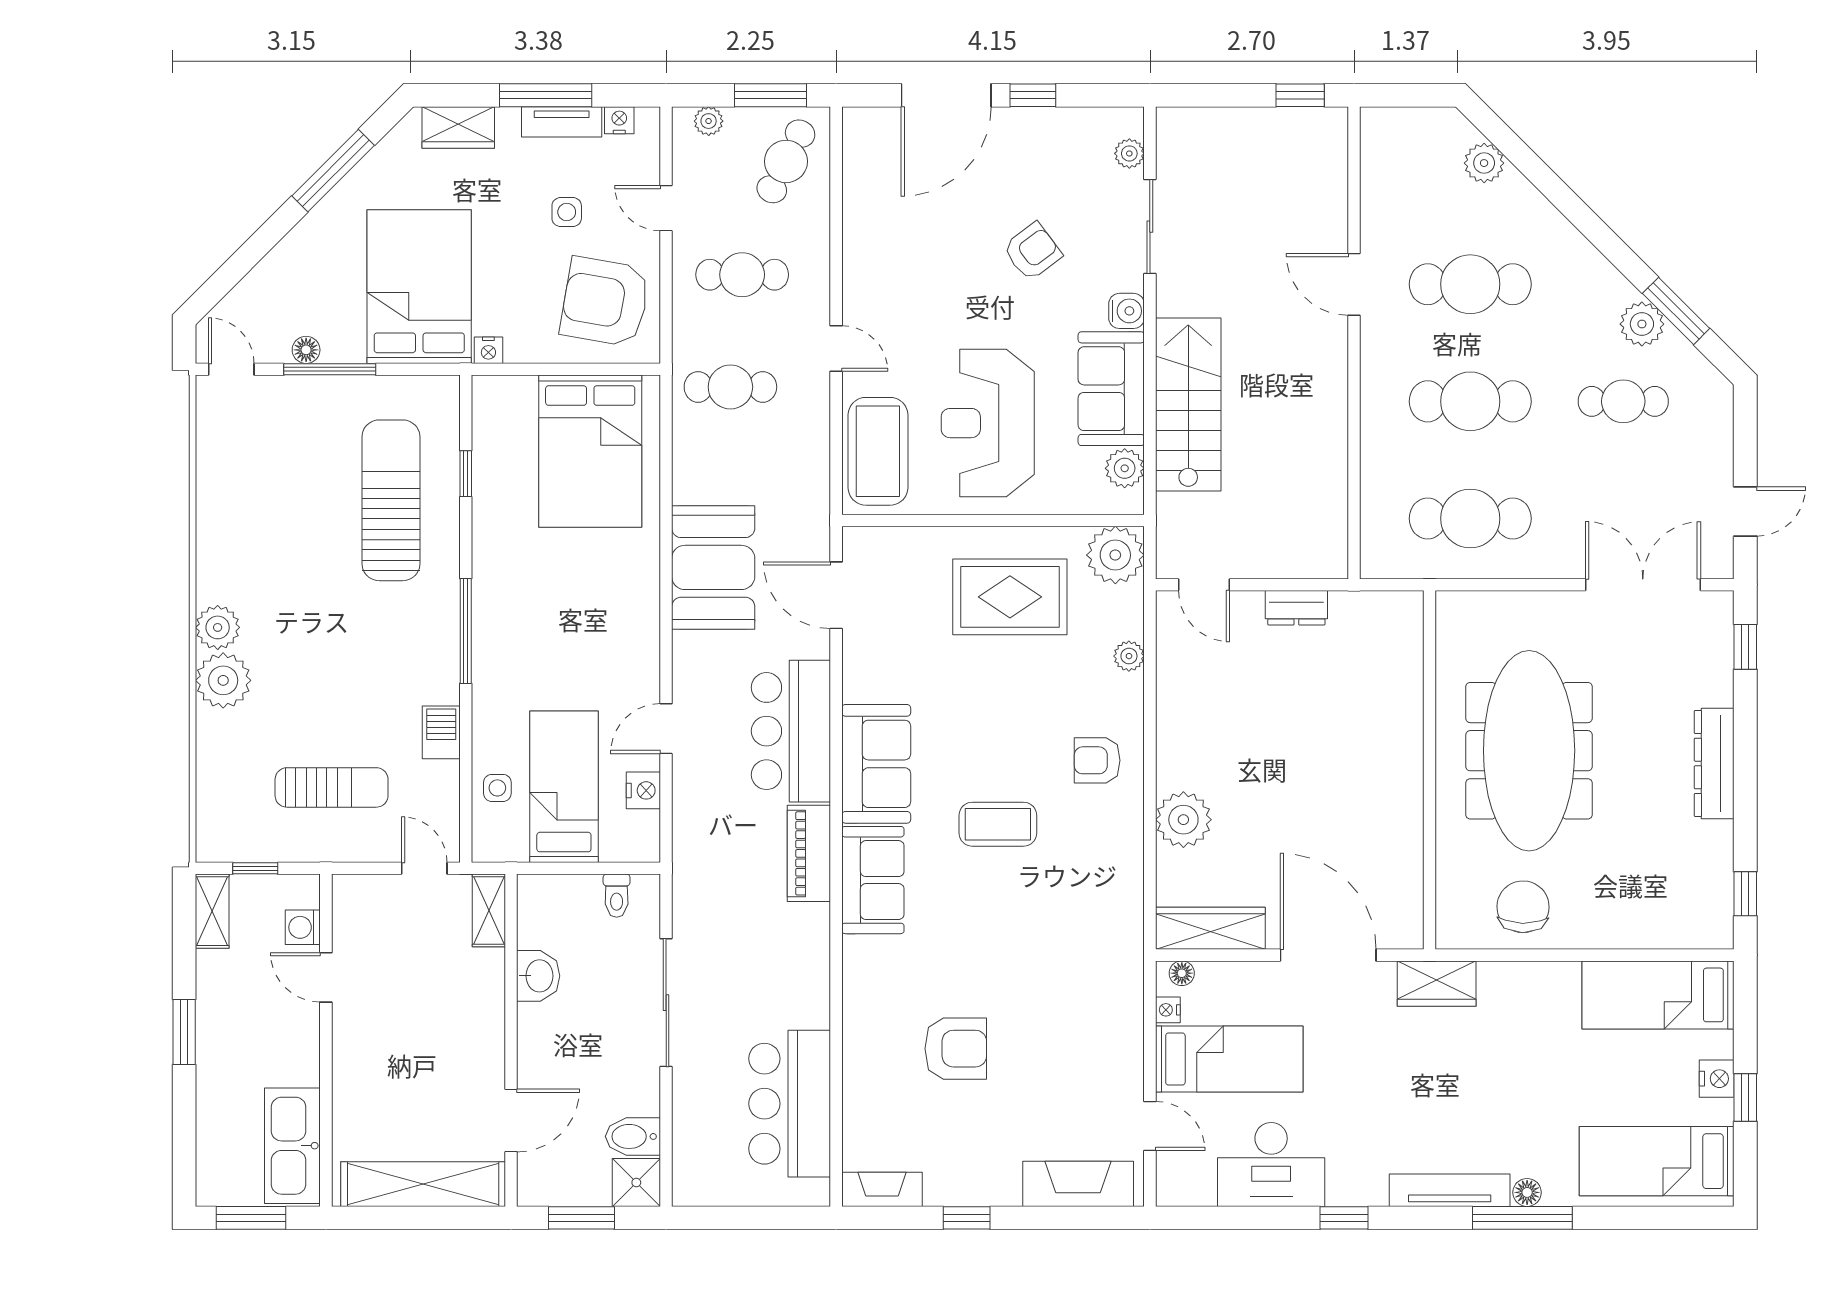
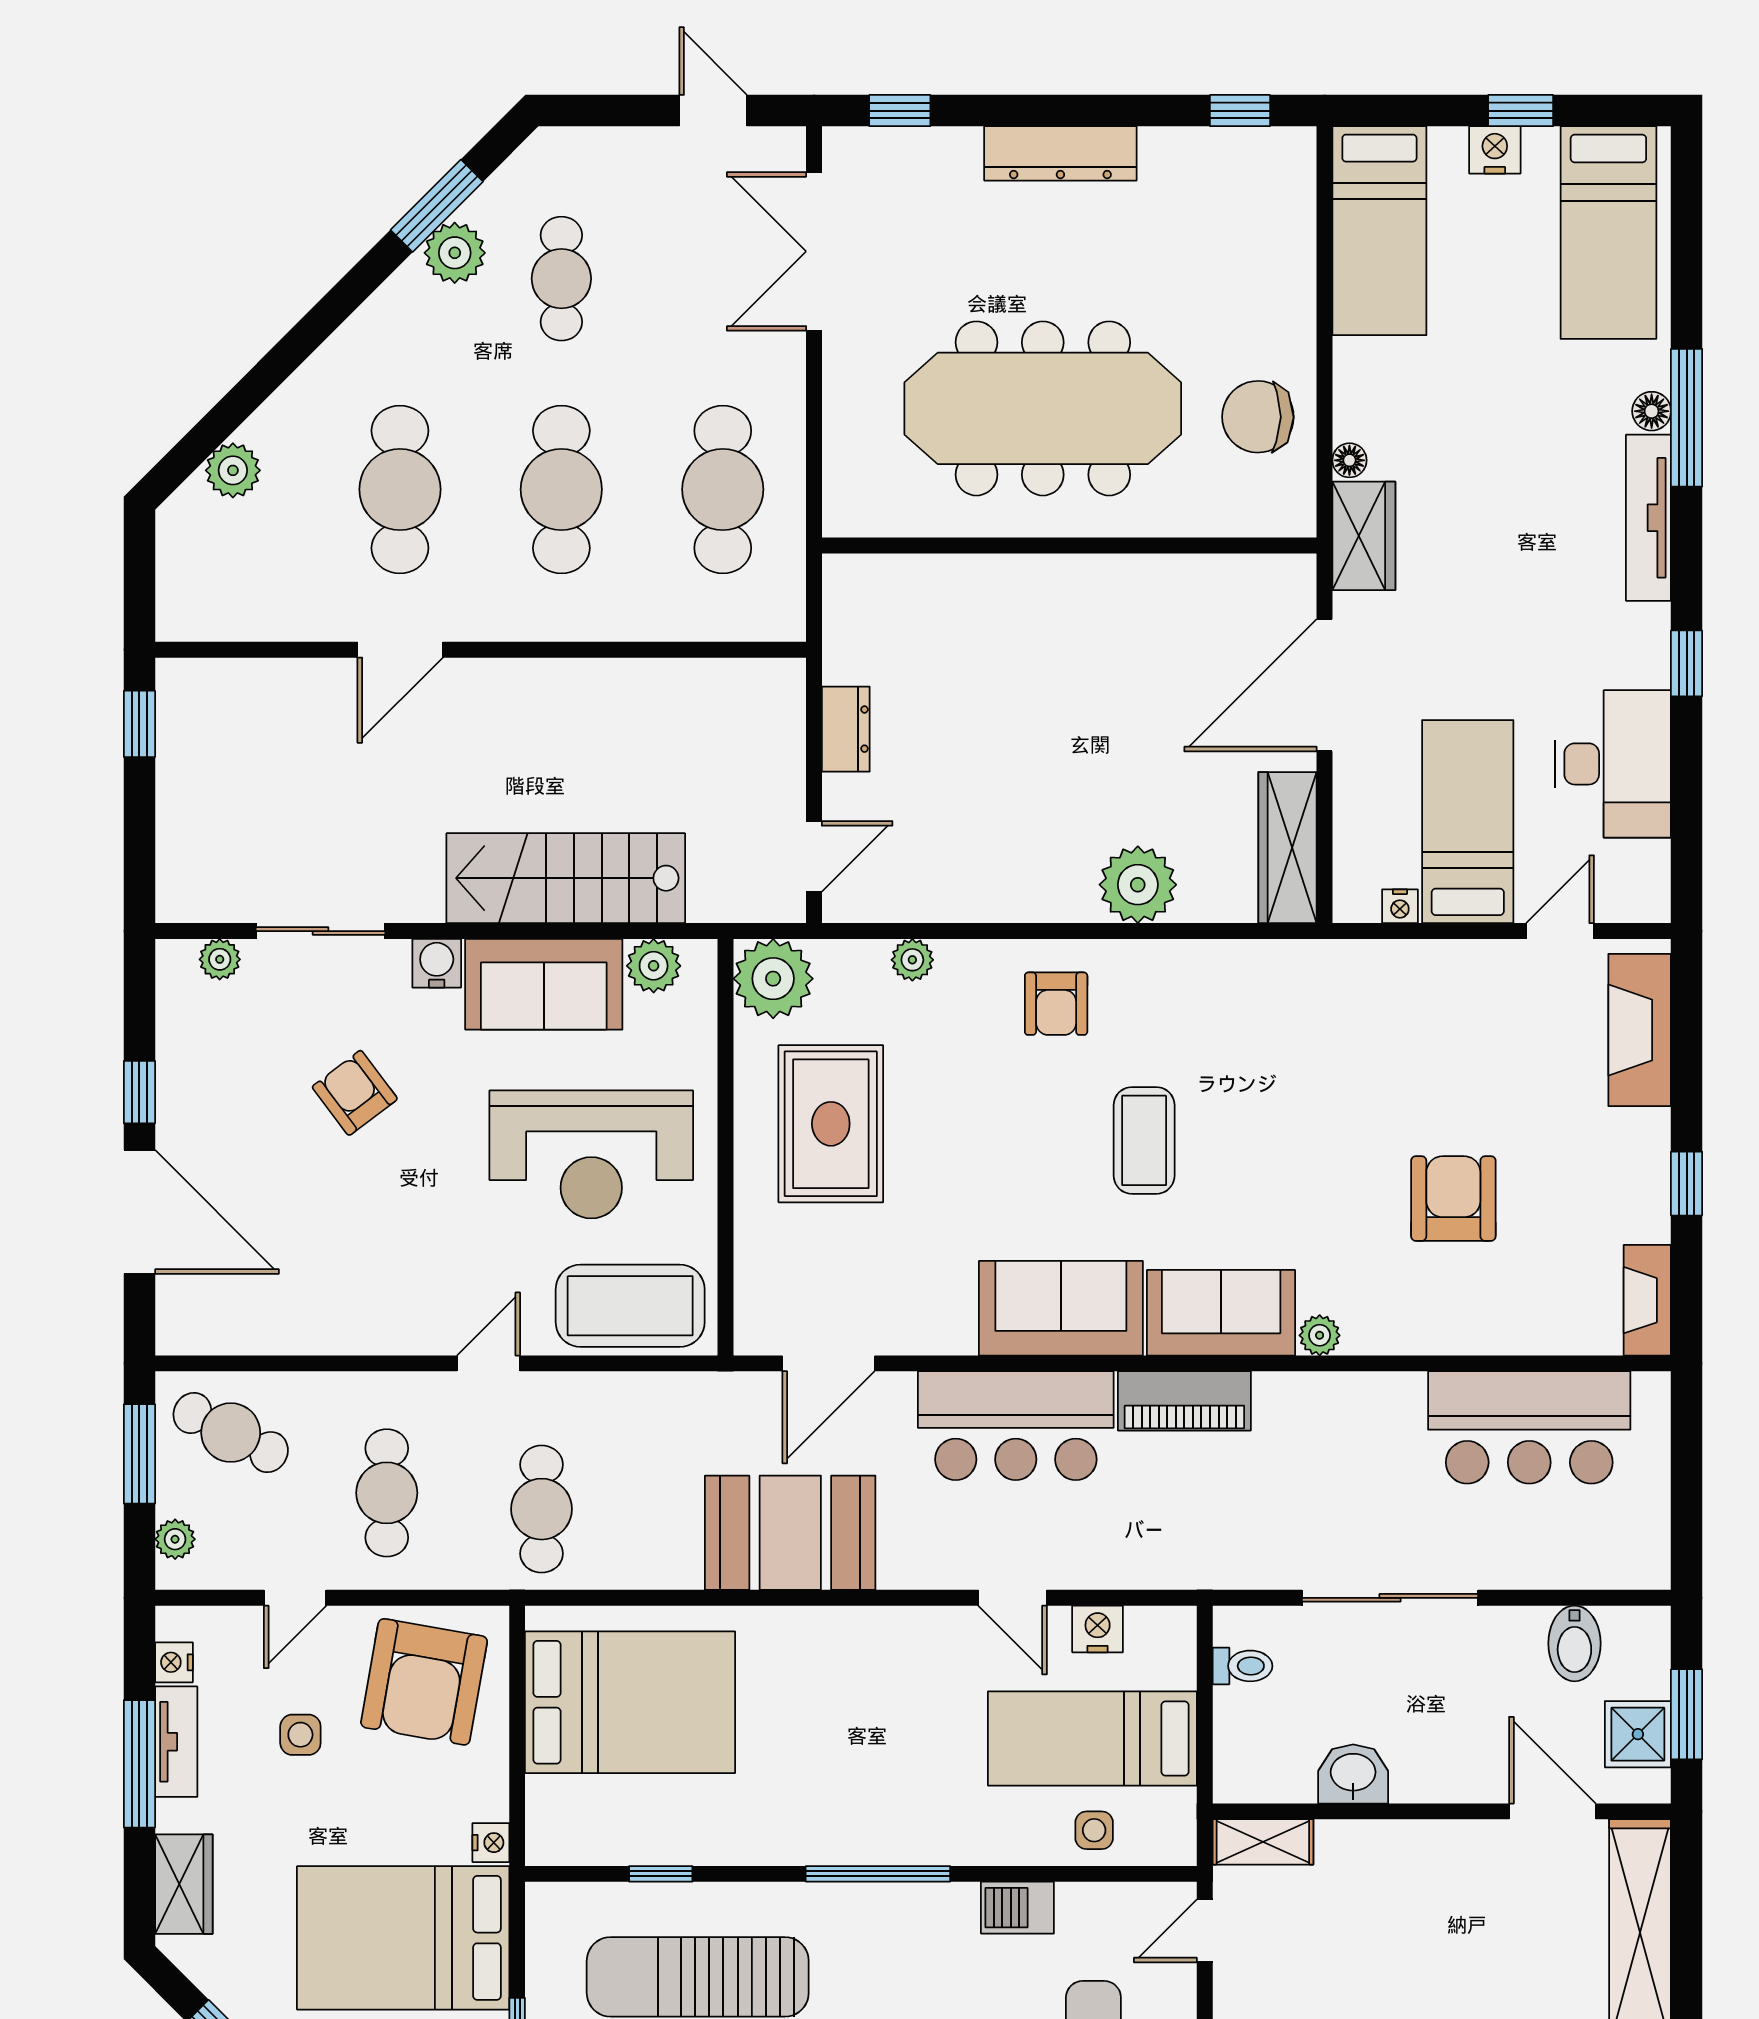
plant: (857, 952) -> (1320, 1335), added
floor lamp: (1182, 973) -> (1349, 460), moved
shower: (636, 1183) -> (1638, 1734), moved

